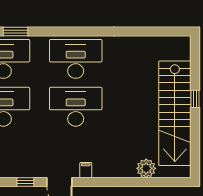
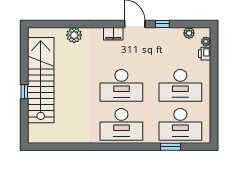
plant: (146, 168) -> (74, 35), moved
filing cabinet: (86, 170) -> (113, 34), width x2.00

